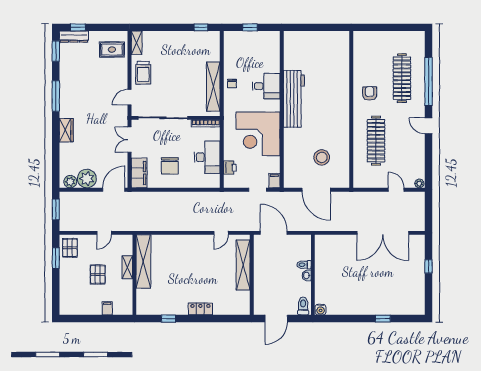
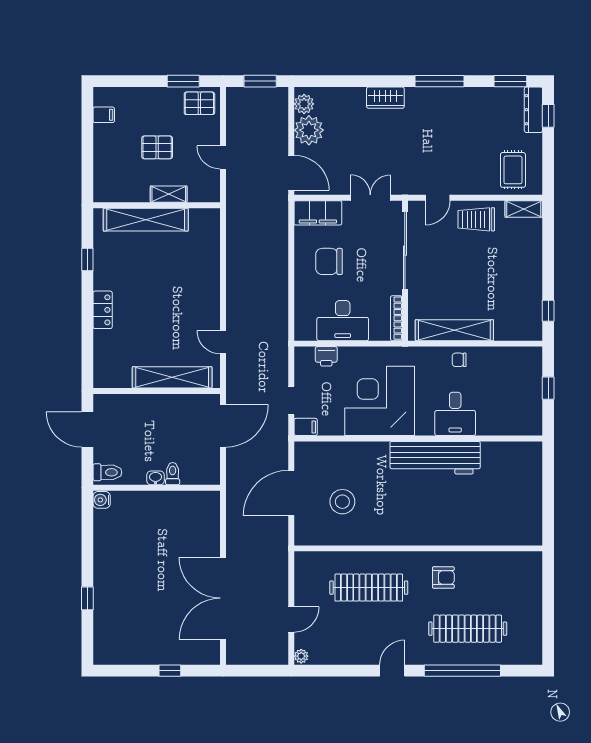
door: (130, 97) -> (438, 198), swing flipped
shelving: (143, 262) -> (146, 220), moved
filing cabinet: (107, 308) -> (104, 115), moved

